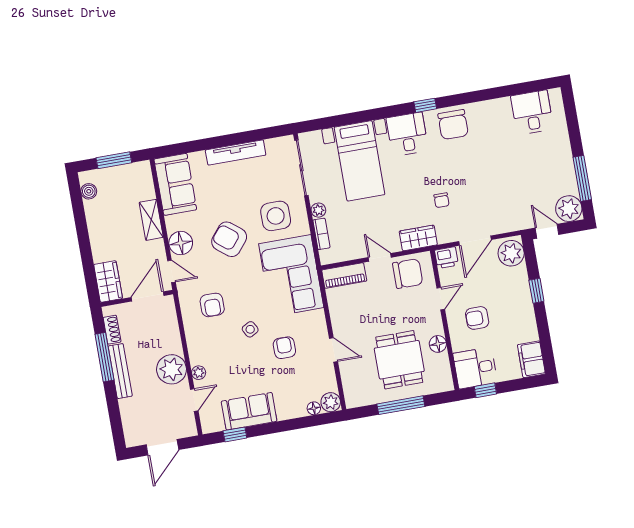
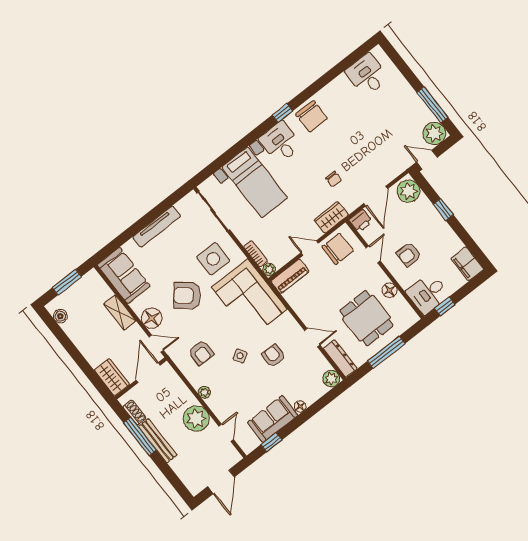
plant: (318, 210) -> (269, 269), moved
plant: (199, 373) -> (204, 392), moved
dresser: (351, 387) -> (340, 358), added
floor lamp: (314, 408) -> (300, 406), moved

